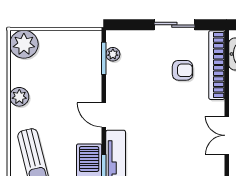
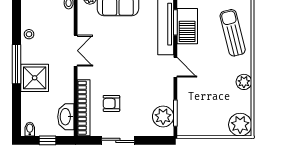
plant: (113, 54) -> (163, 117), width x1.88, depth x1.88

